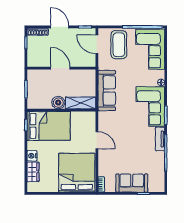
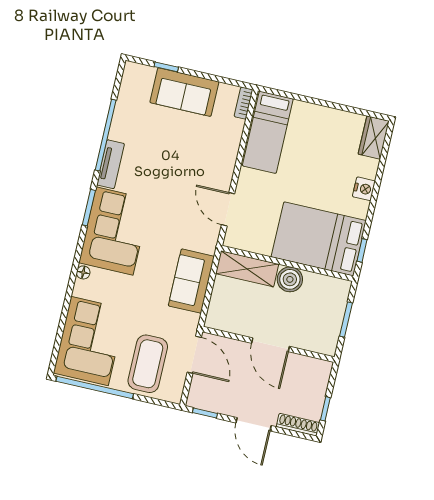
door: (97, 44) -> (194, 355), moved
sofa: (107, 91) -> (191, 281), width x0.73
door: (97, 140) -> (228, 209), moved
wardrobe: (33, 172) -> (374, 138), moved
bed: (77, 173) -> (268, 132), width x0.49

